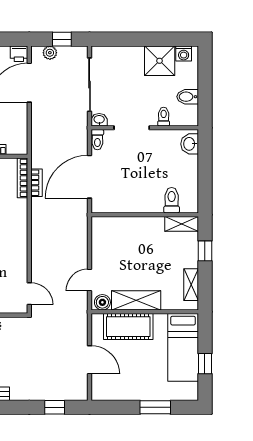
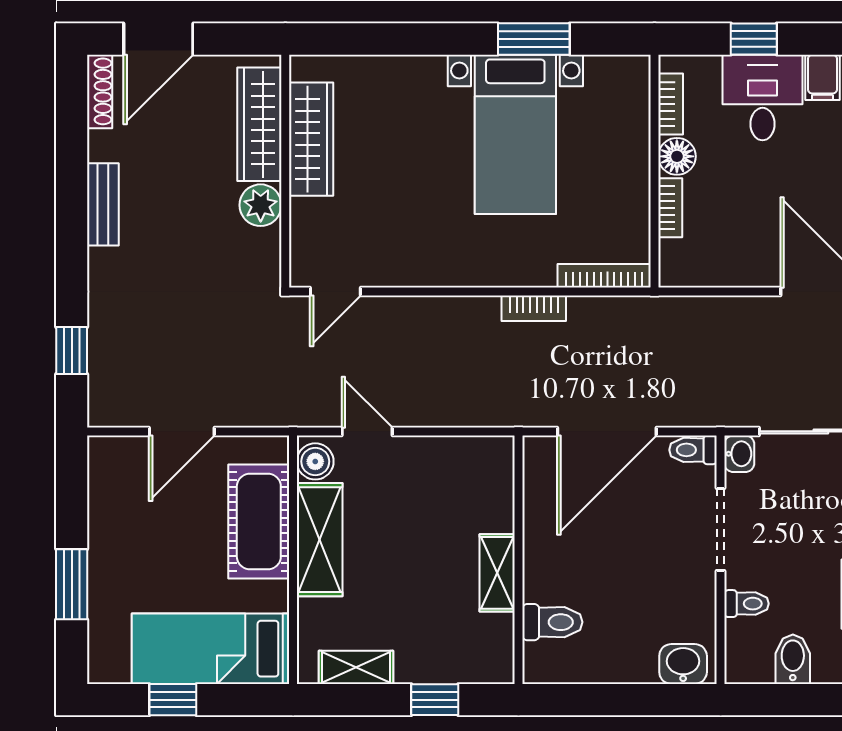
door: (90, 177) -> (607, 431), swing flipped
bookcase: (36, 183) -> (534, 308), moved
shelving: (182, 224) -> (497, 573), moved

